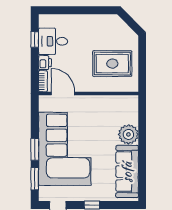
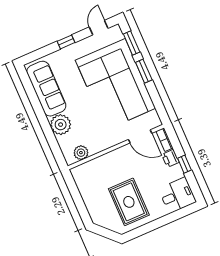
window: (35, 39) -> (184, 164), moved
desk: (53, 41) -> (177, 195), moved
rug: (112, 64) -> (129, 202), moved, turned 90
plant: (121, 102) -> (81, 153), added

